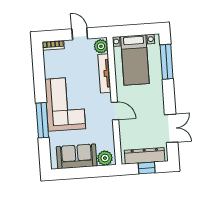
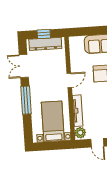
window: (167, 62) -> (26, 100), moved
door: (115, 111) -> (69, 80), swing flipped
plant: (105, 158) -> (77, 42), removed

